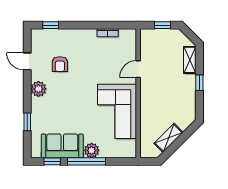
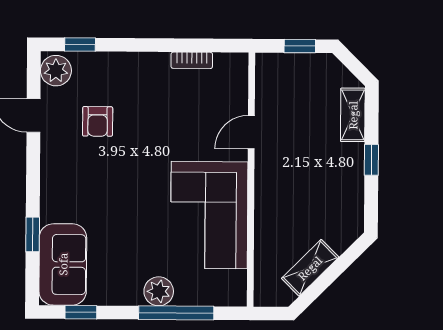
plant: (38, 89) -> (56, 71), moved
sofa: (62, 146) -> (63, 264), moved, turned 90
window: (87, 161) -> (176, 313), moved

